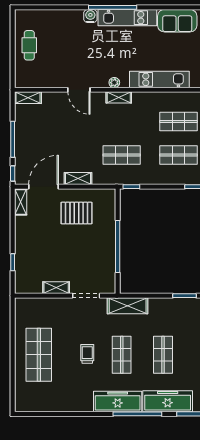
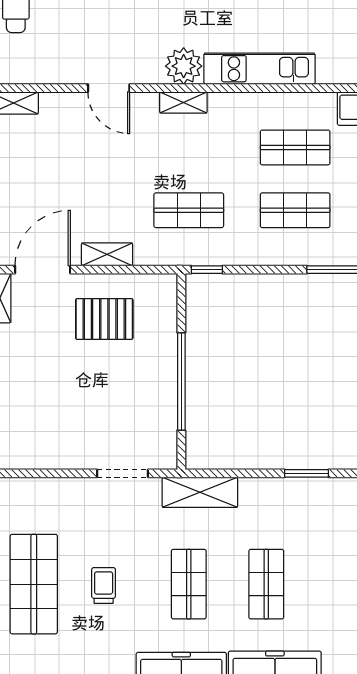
plant: (114, 83) -> (184, 66), width x1.87, depth x1.87
shelving: (56, 288) -> (66, 459), removed
trolley: (87, 354) -> (104, 585), moved

